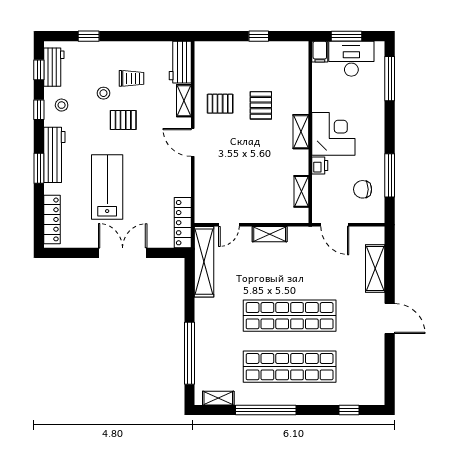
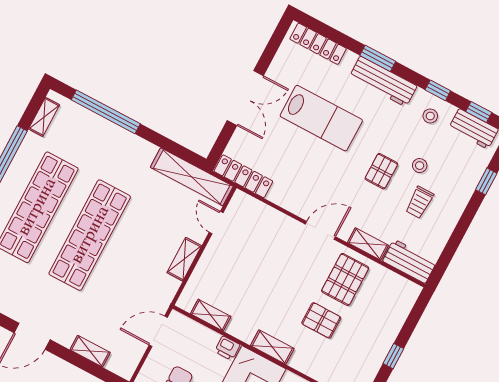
pallet: (220, 104) -> (345, 279), width x1.50, depth x1.42
shelving: (375, 268) -> (90, 351), width x0.67, depth x0.75

